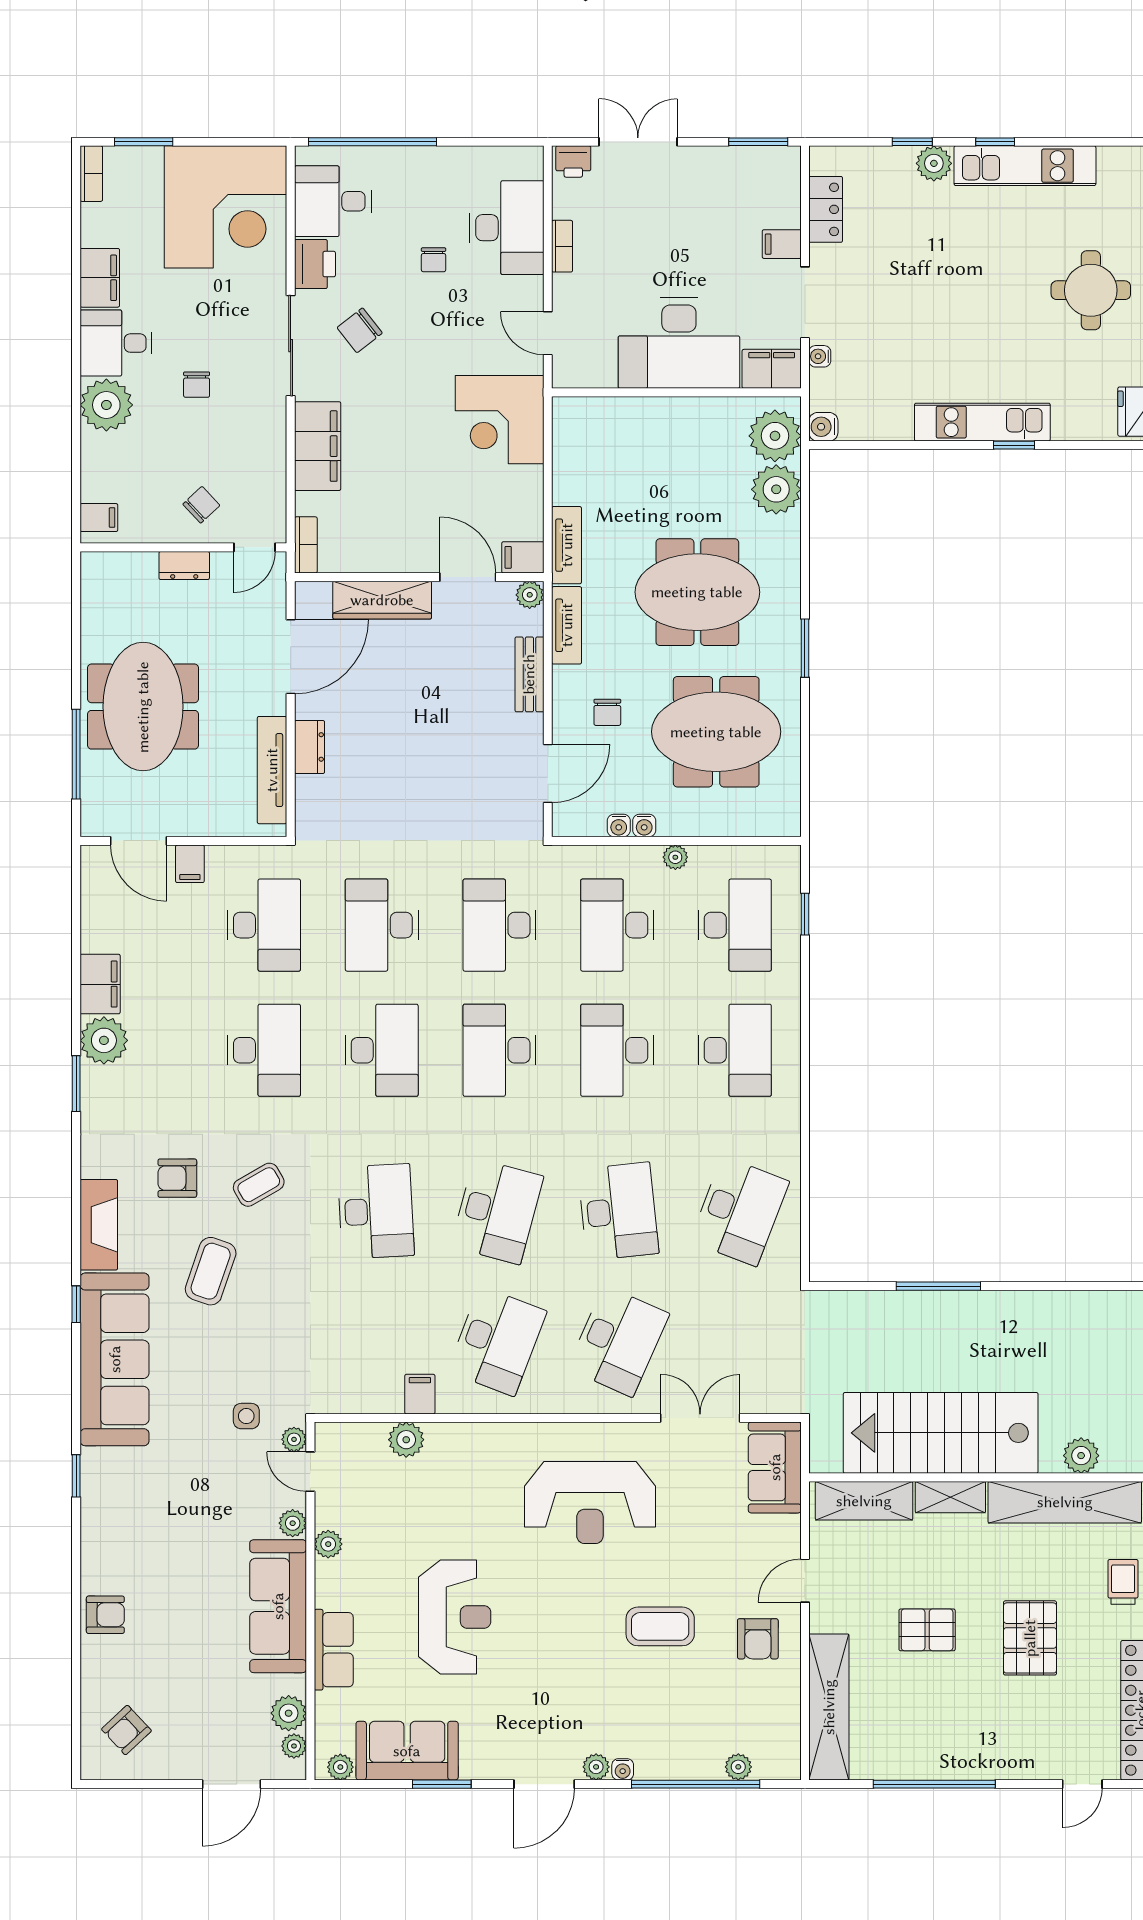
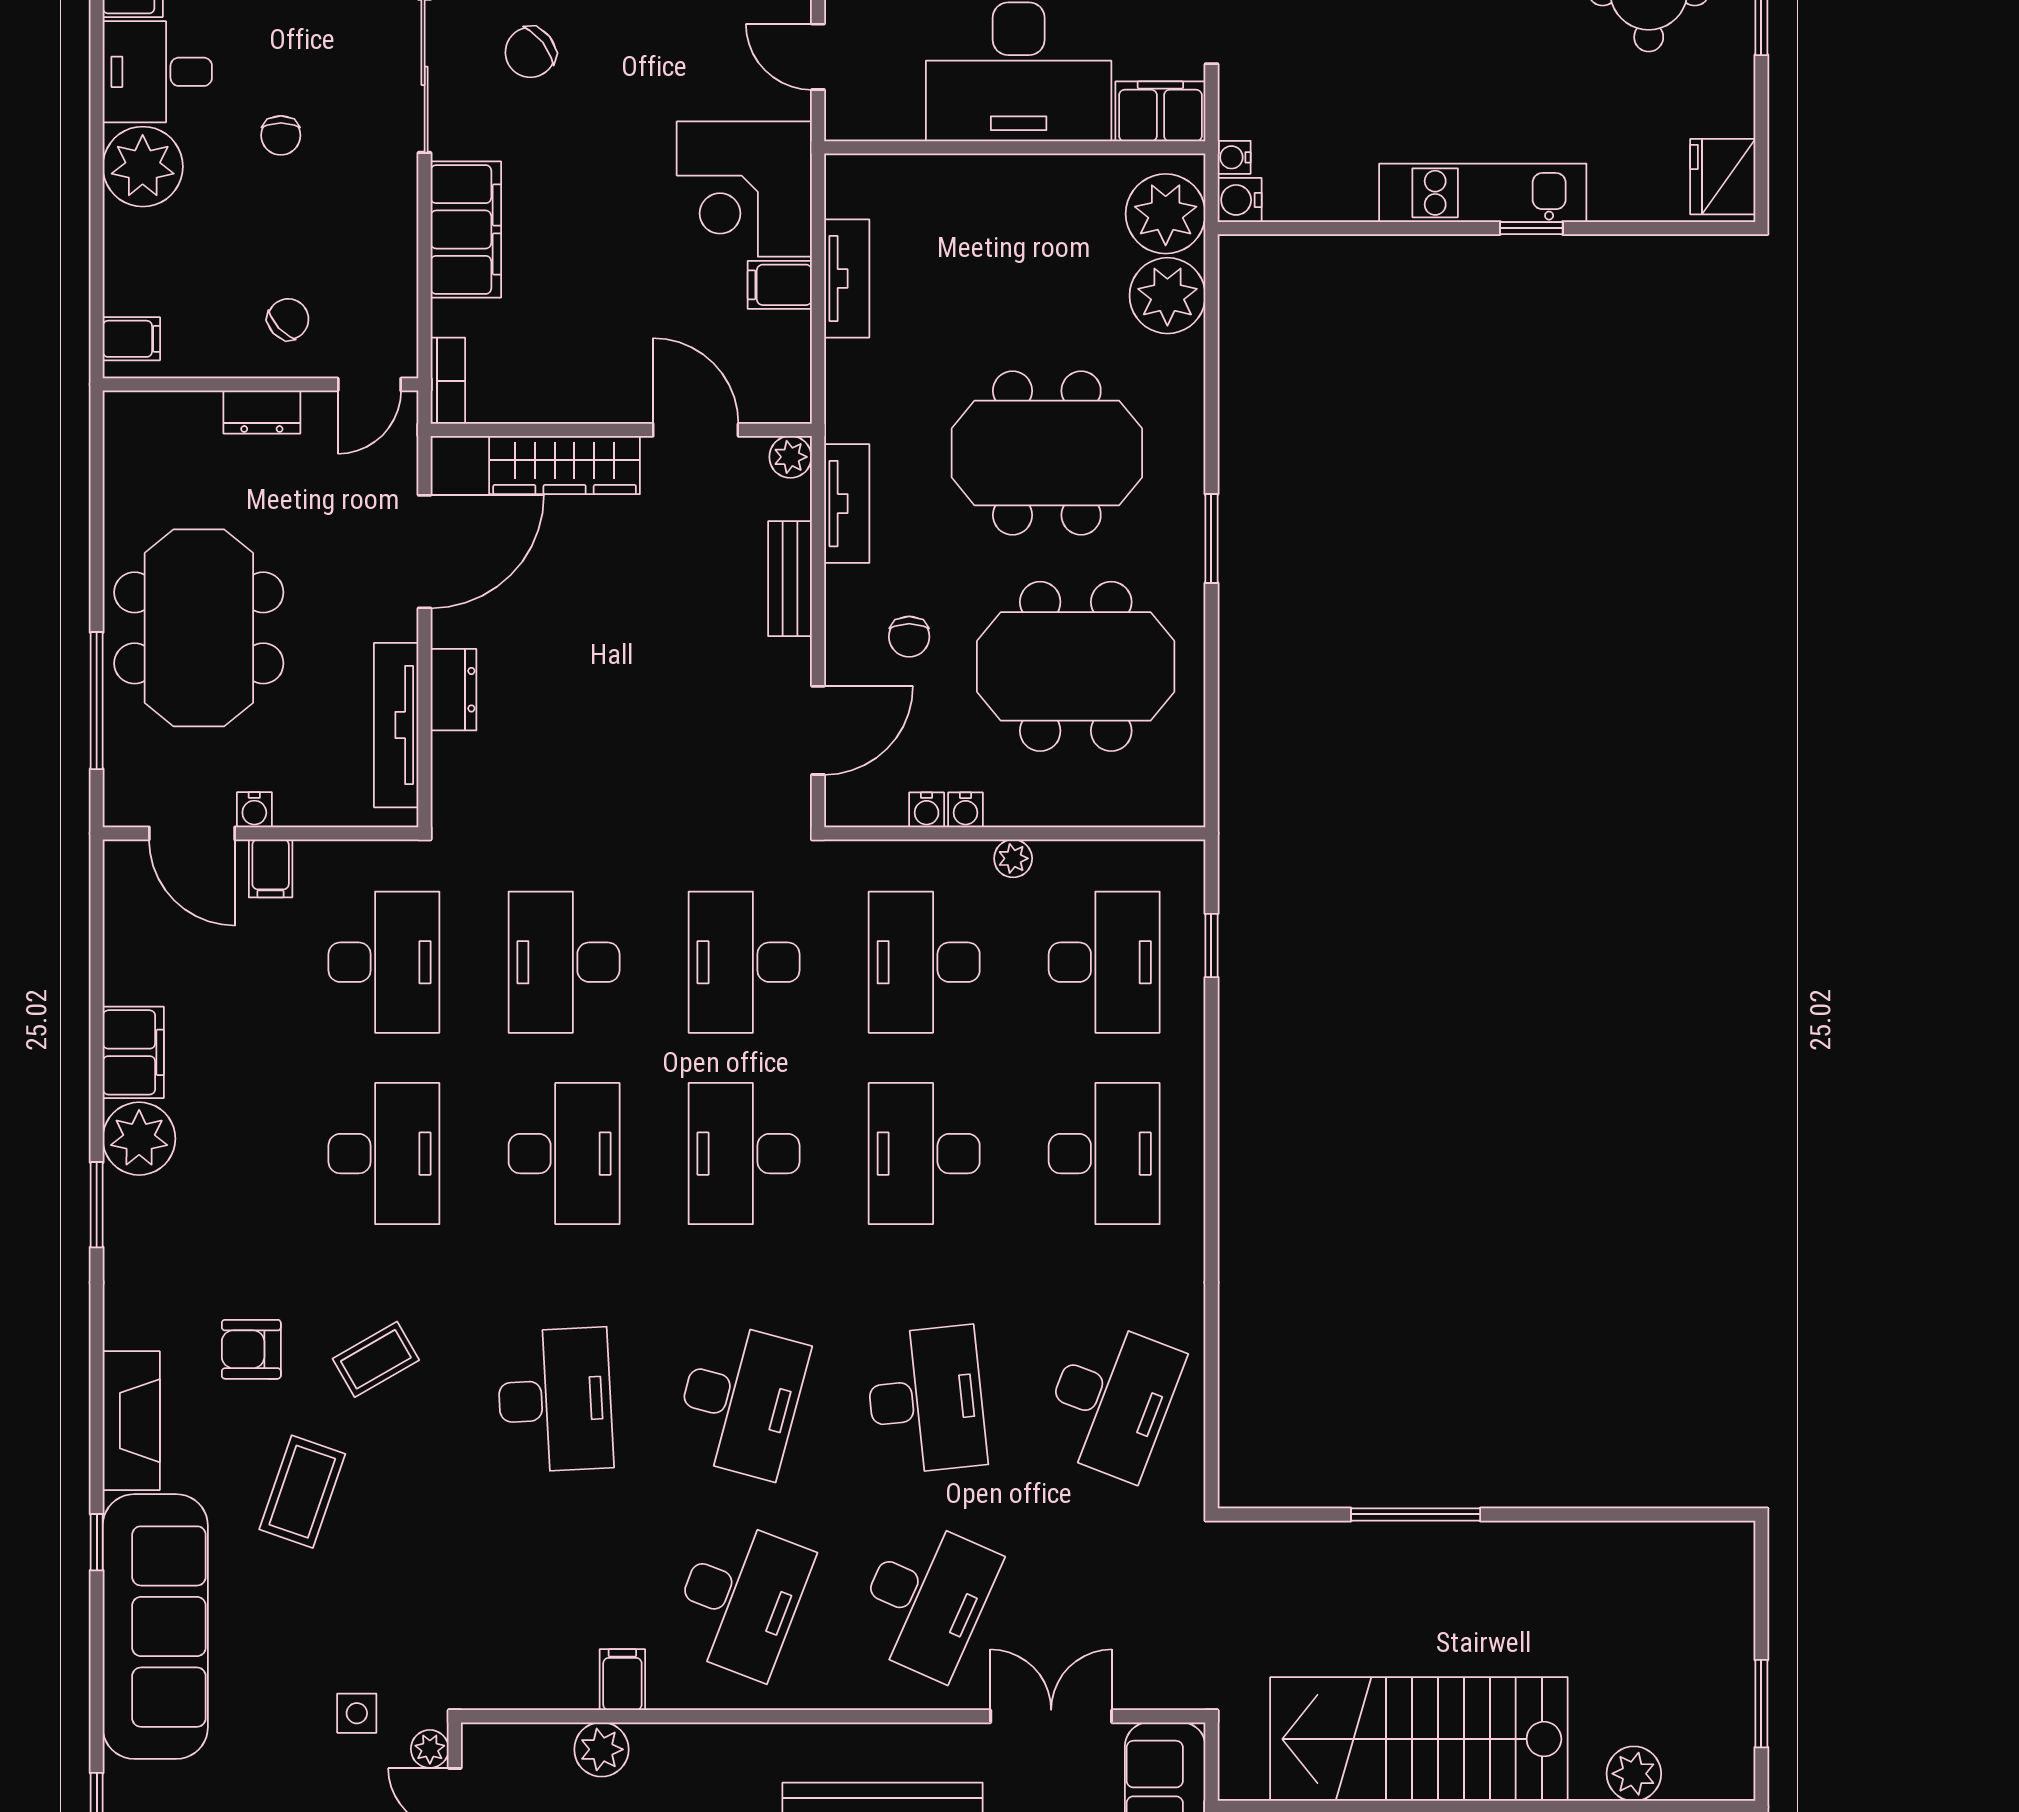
water cooler: (820, 356) -> (1234, 157), moved
tv unit: (567, 545) -> (847, 279), moved
filing cabinet: (523, 557) -> (780, 285), moved
water cooler: (179, 825) -> (254, 810), added

